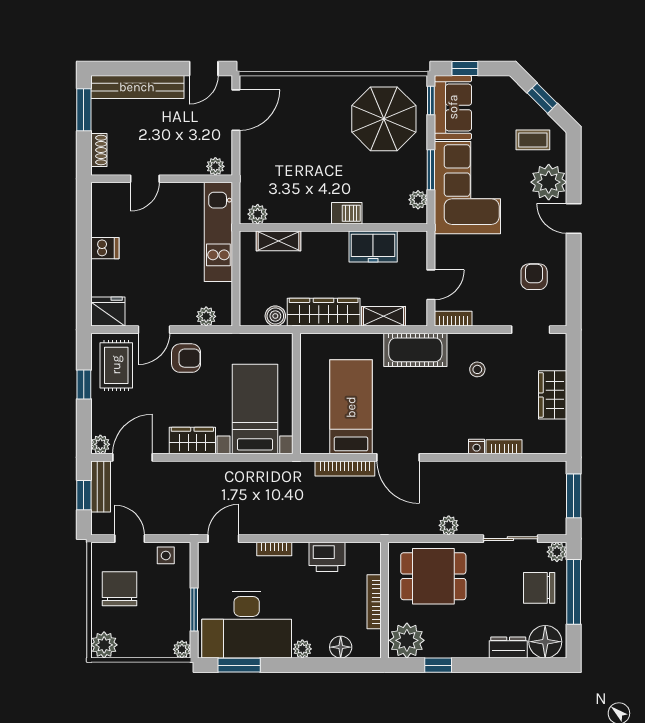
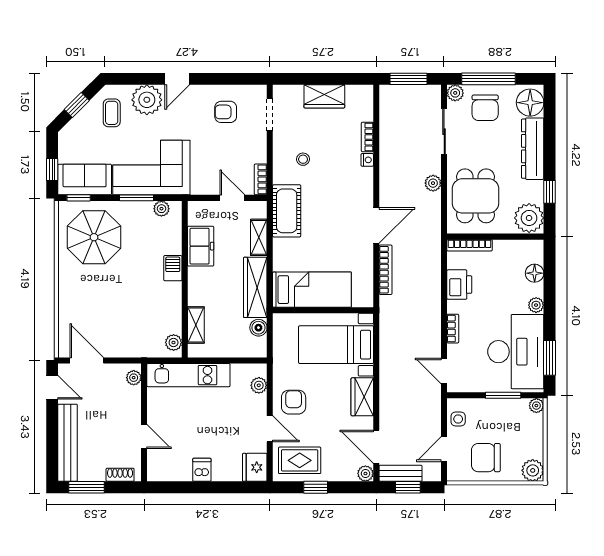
bed: (351, 407) -> (312, 290), moved, turned 180
bookcase: (374, 602) -> (470, 245), moved
dresser: (508, 647) -> (533, 149), width x1.96, depth x1.24

